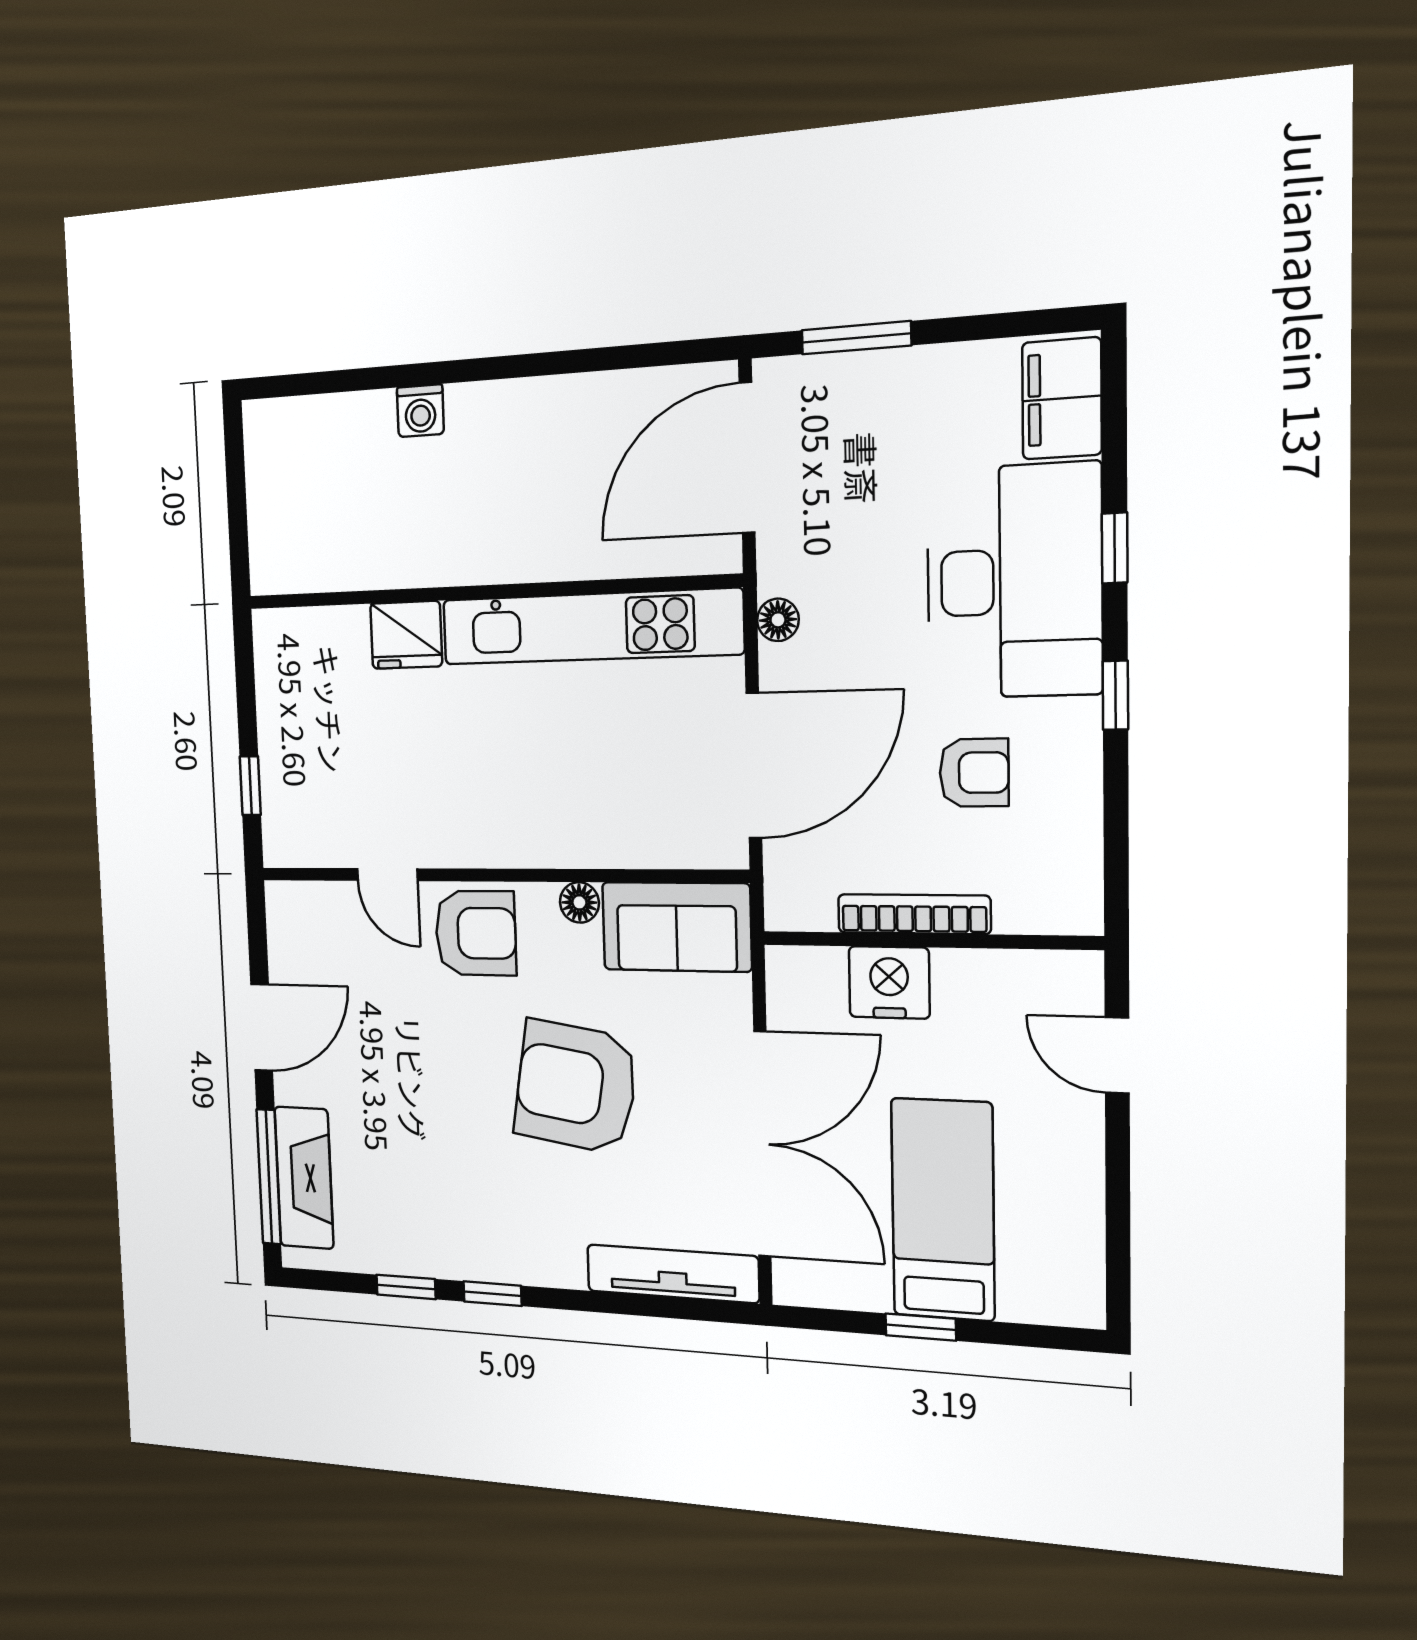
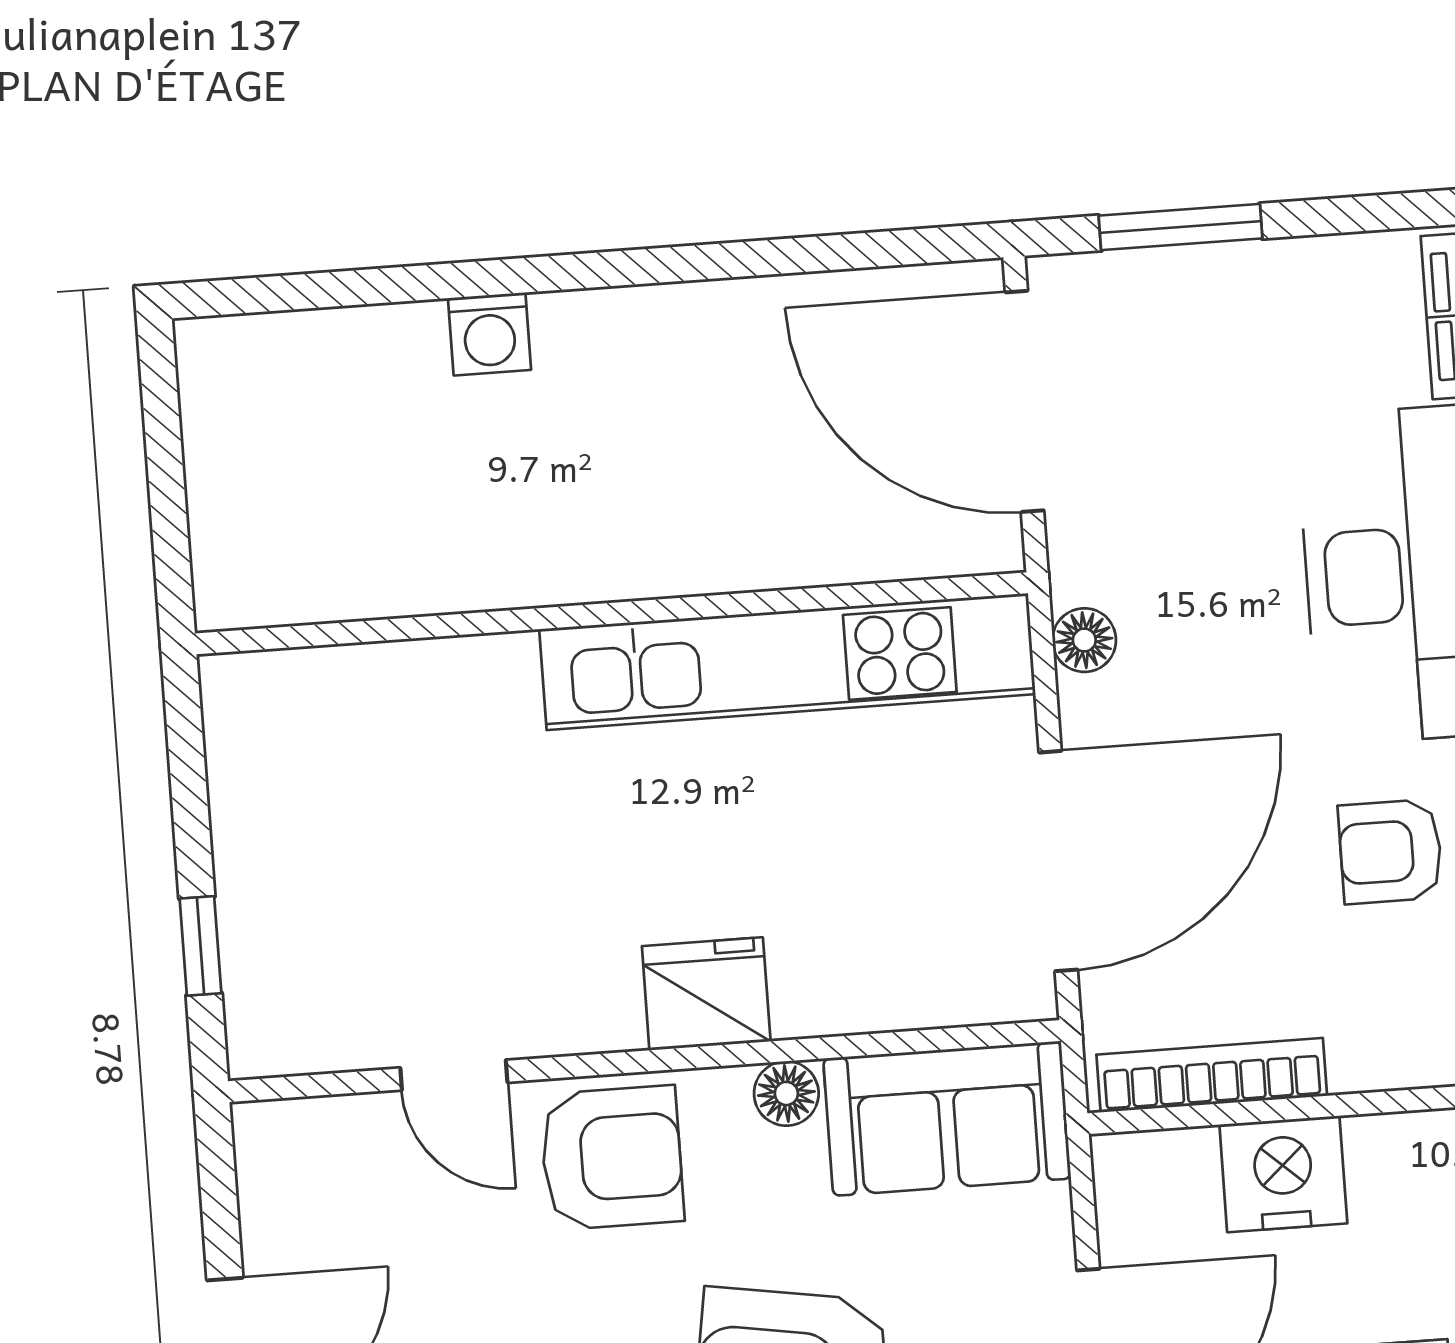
door: (747, 458) -> (1024, 401), hinge flipped
fridge: (406, 635) -> (706, 994), moved, turned 180
armchair: (974, 773) -> (1390, 851), turned 180
bookcase: (914, 914) -> (1212, 1075), moved

